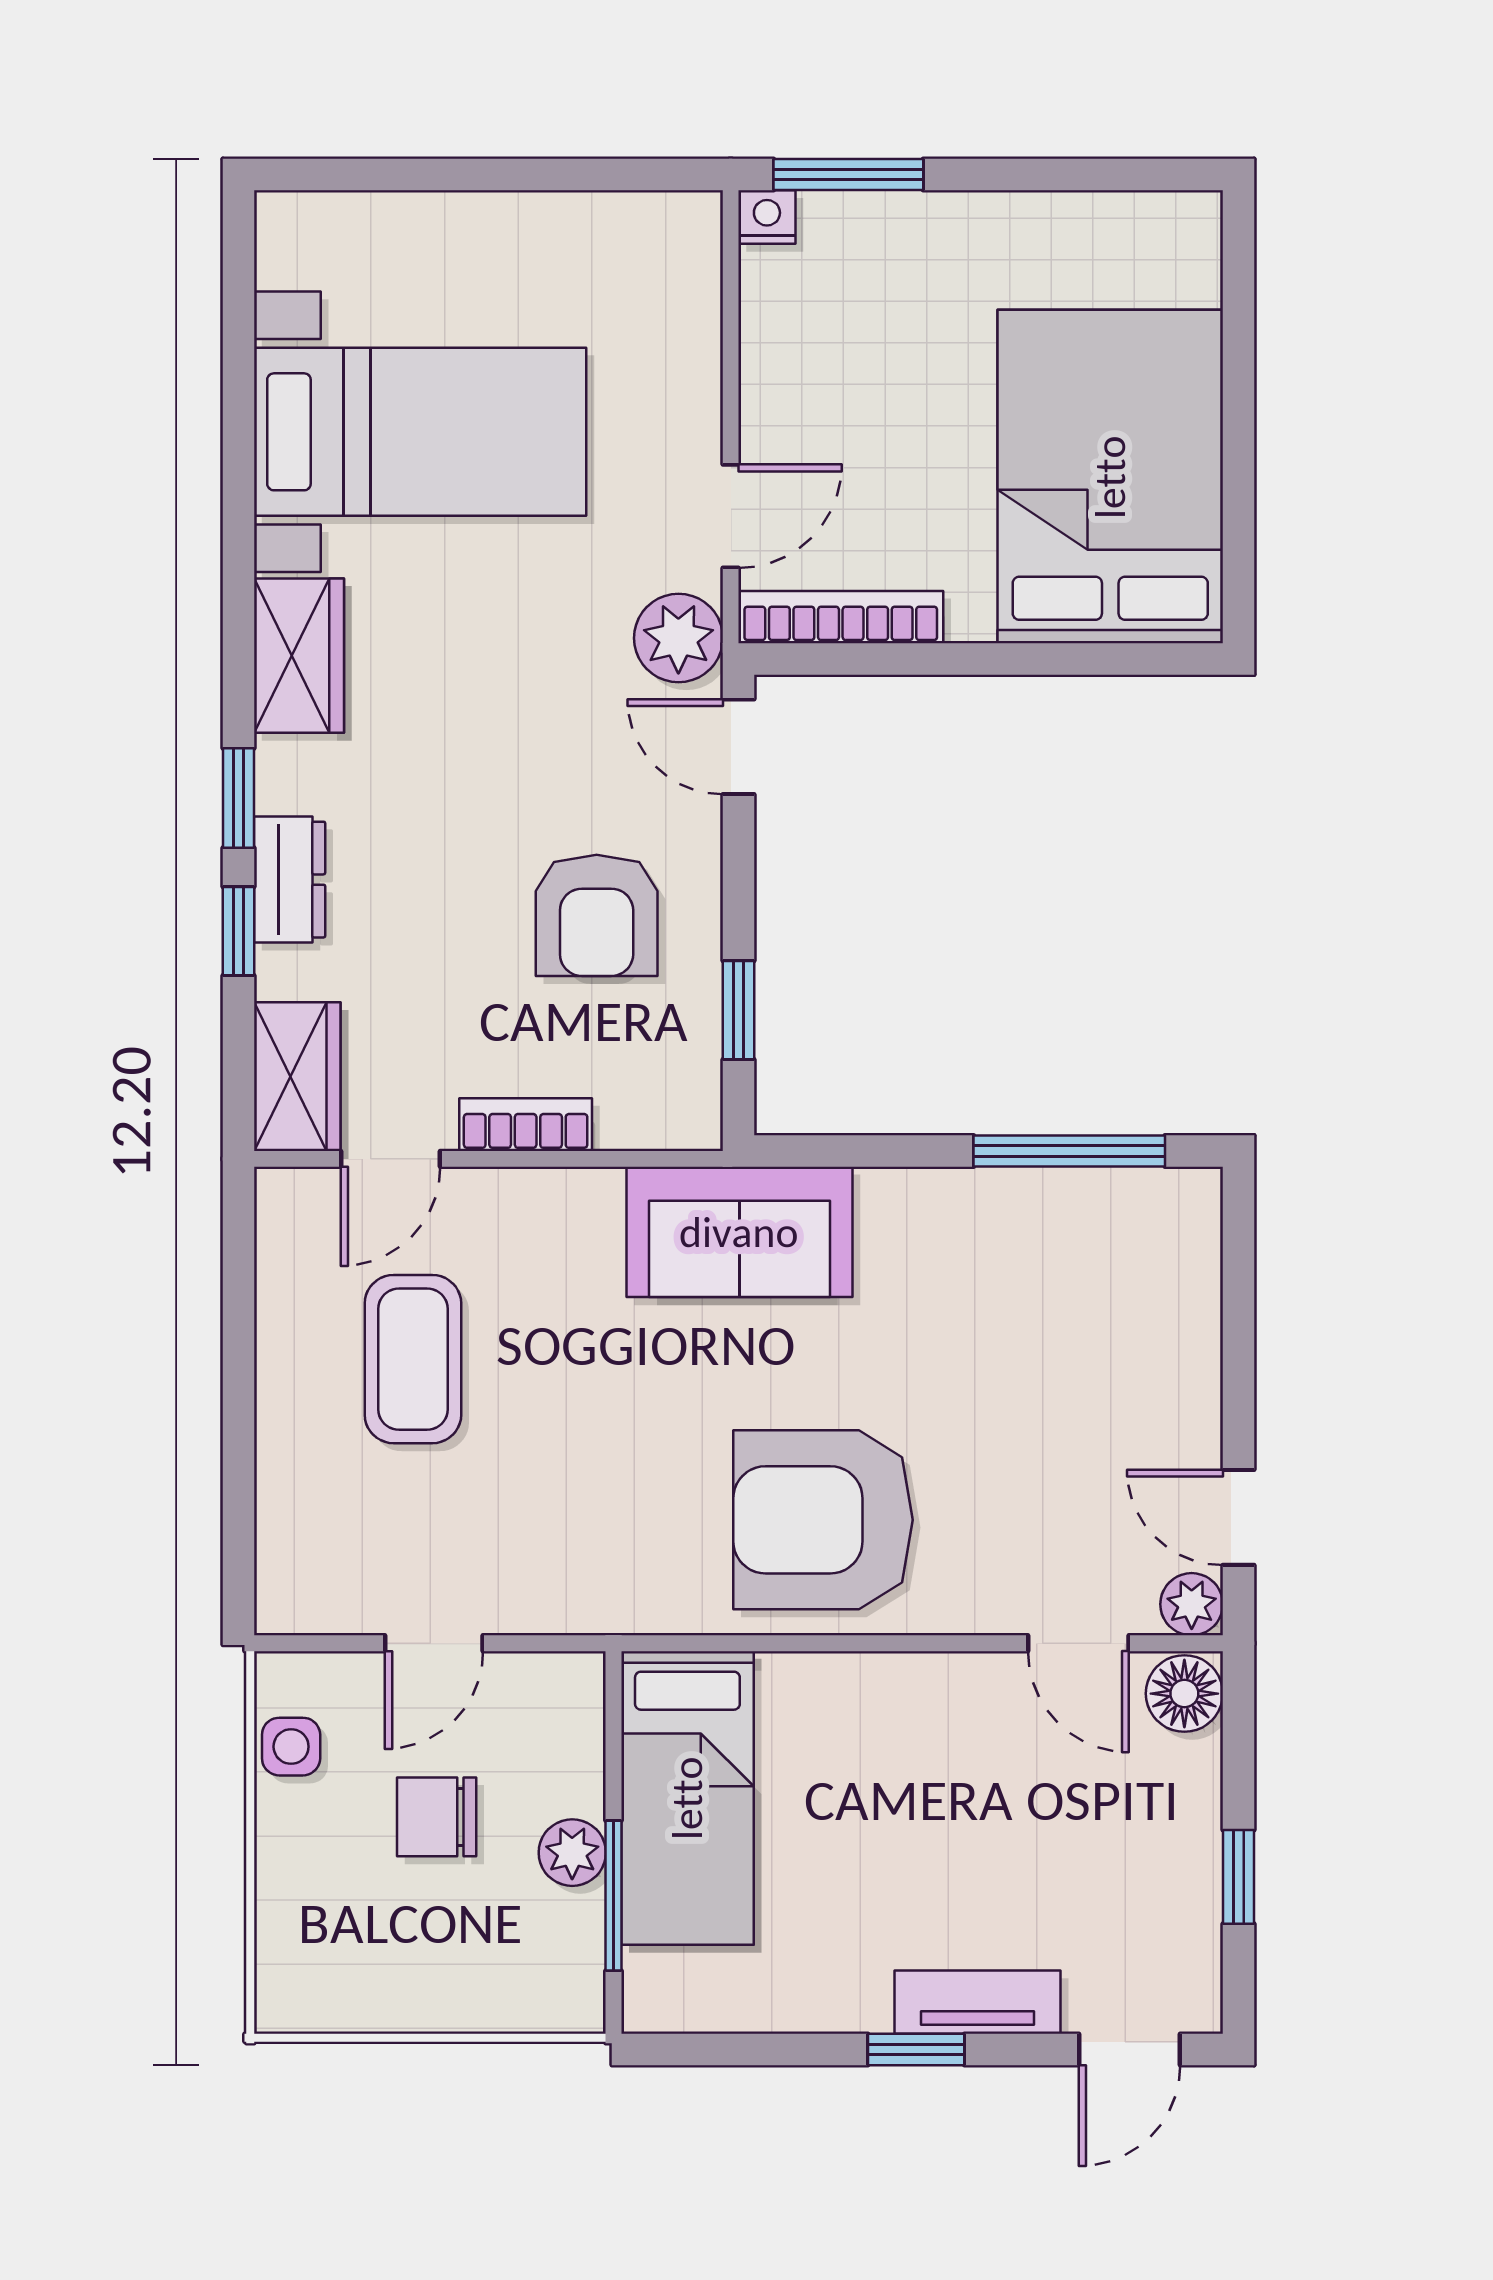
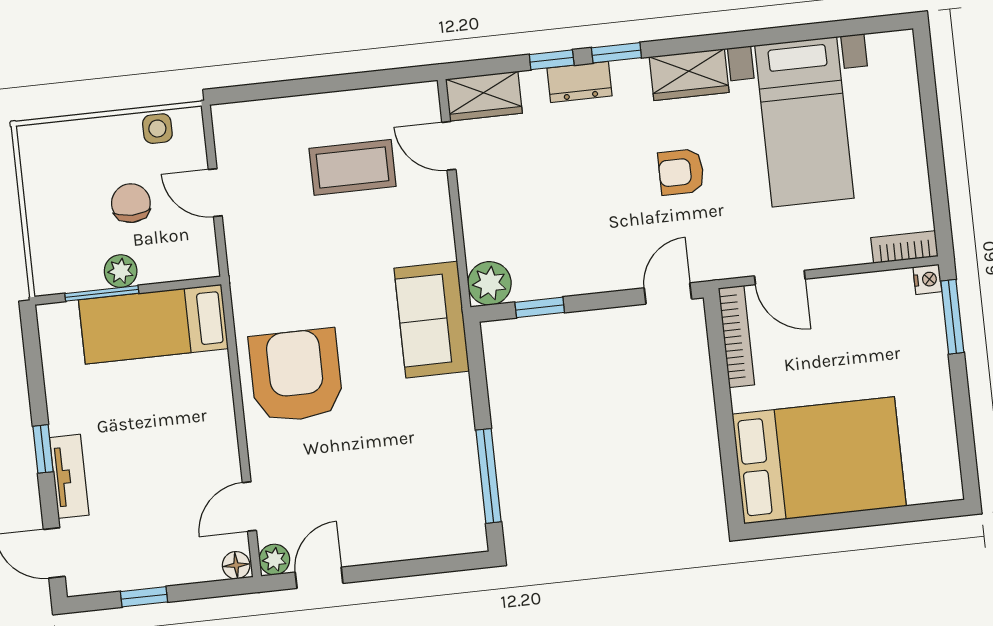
plant: (678, 638) -> (489, 283), moved
armchair: (597, 915) -> (681, 172), moved, width x0.72, depth x0.72
bookcase: (526, 1125) -> (904, 247), moved, turned -90
floor lamp: (1184, 1694) -> (236, 565), width x0.73, depth x0.73

